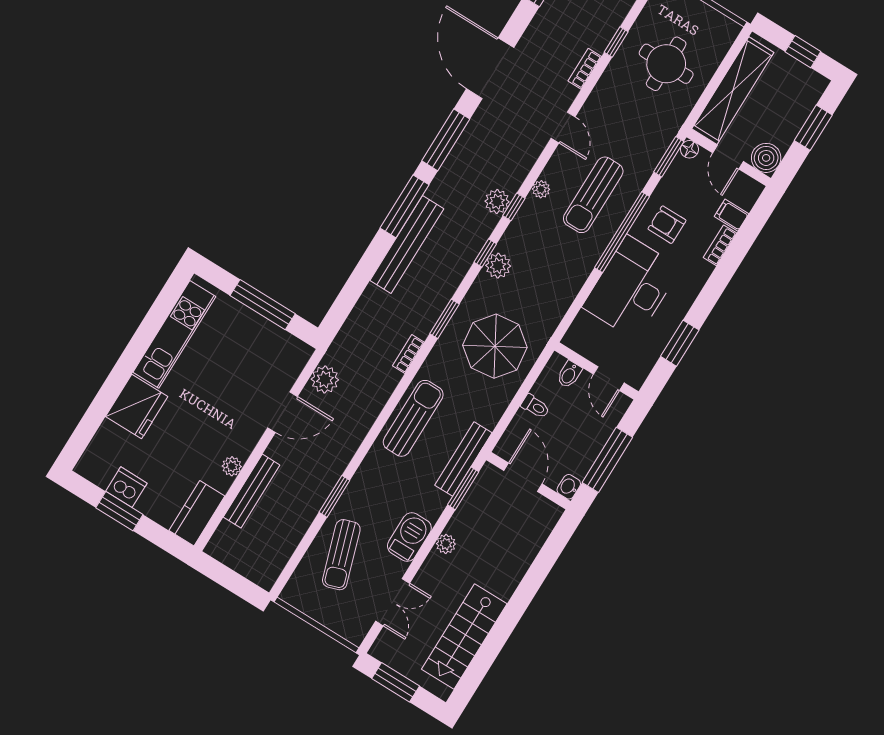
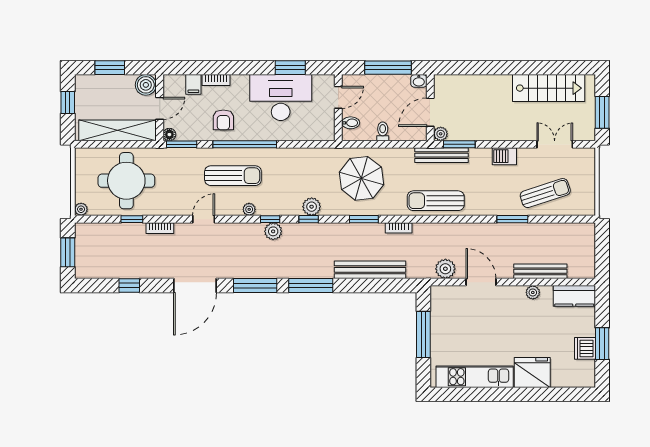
round table: (666, 64) -> (126, 181), width x1.36, depth x1.36
bench: (407, 245) -> (370, 270), moved
desk: (631, 287) -> (281, 98), moved, turned 180
barbecue: (409, 537) -> (504, 156), width x0.73, depth x0.79
plant: (446, 544) -> (441, 134), moved

